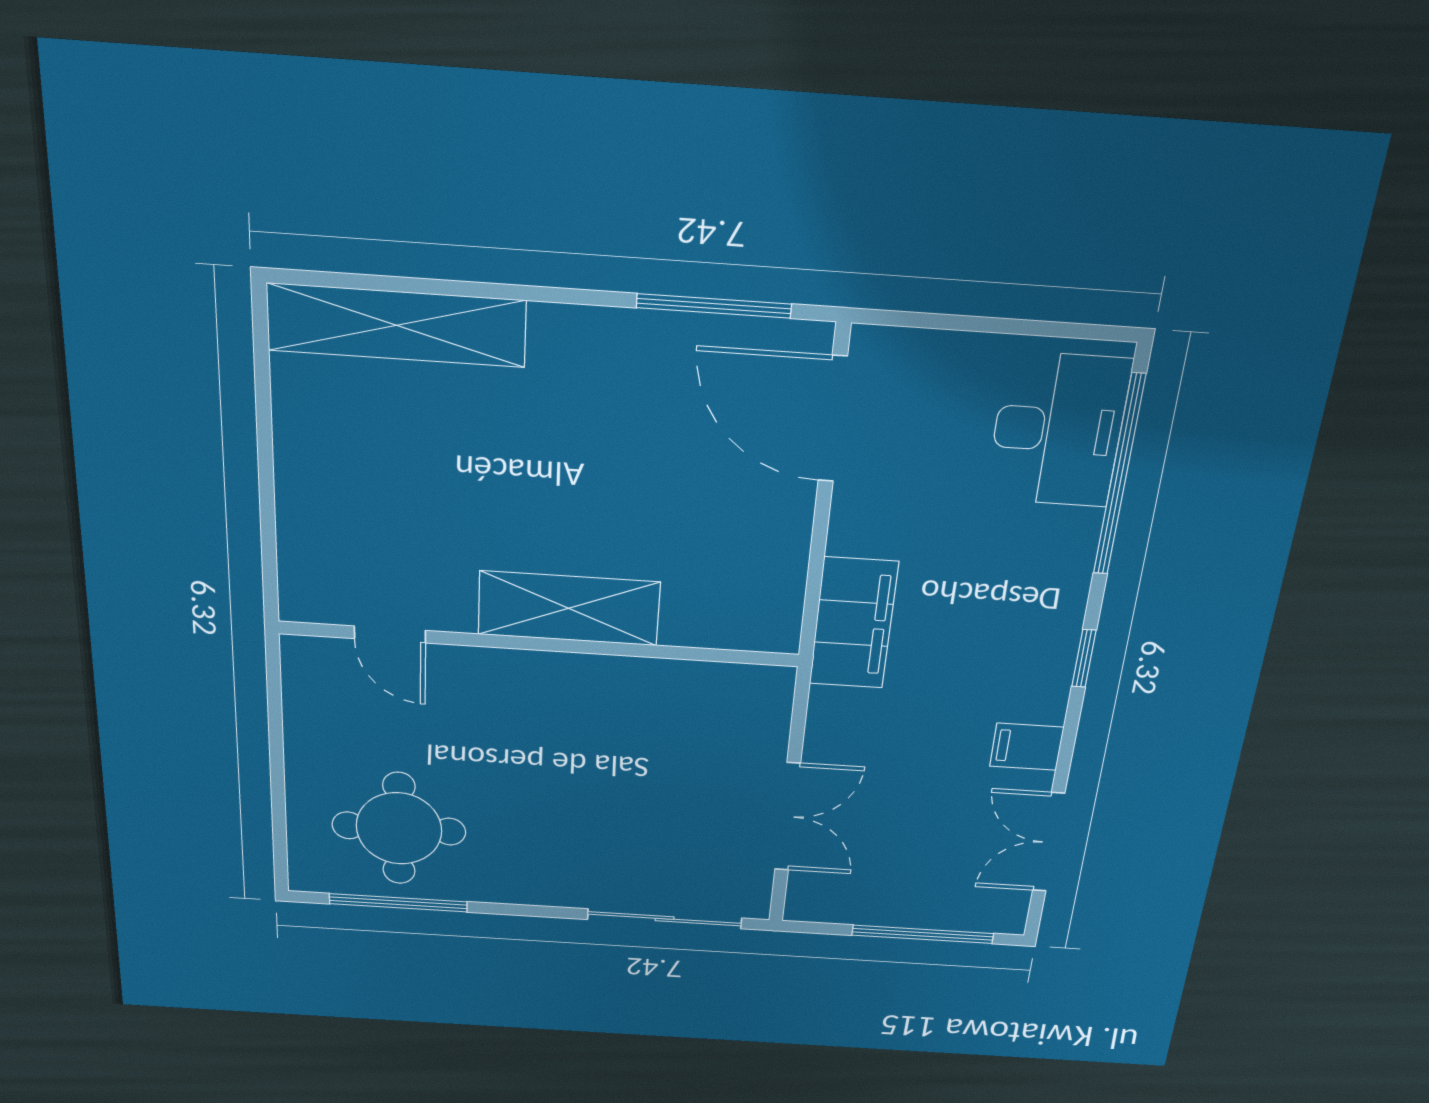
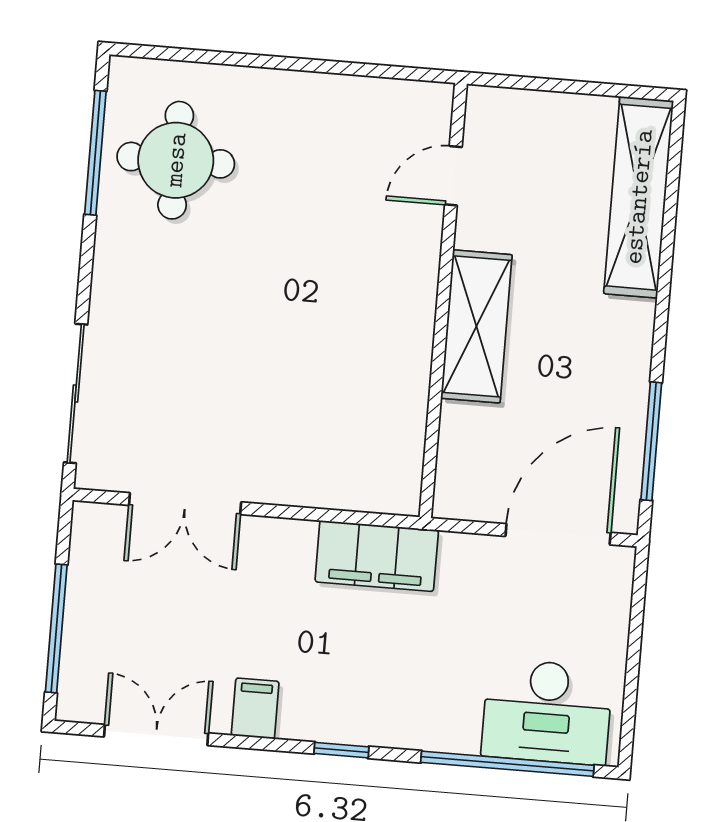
shelving: (569, 608) -> (476, 326), moved
door: (390, 634) -> (453, 176), moved
wall: (539, 644) -> (443, 300), moved

